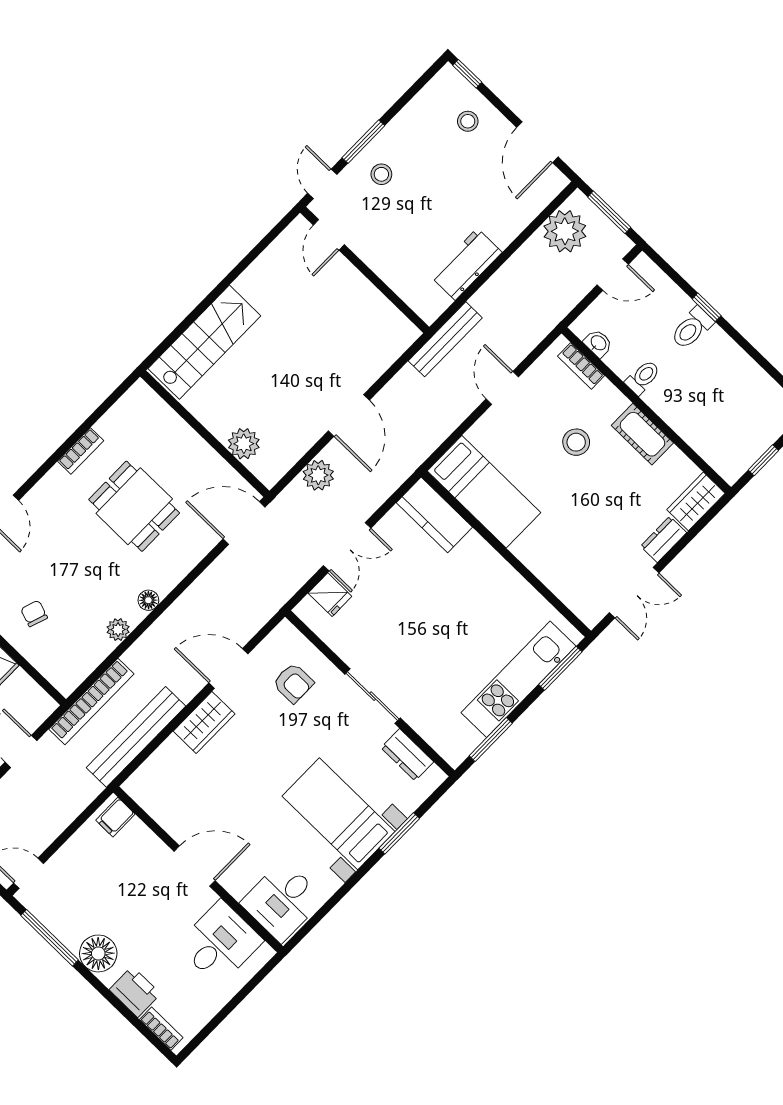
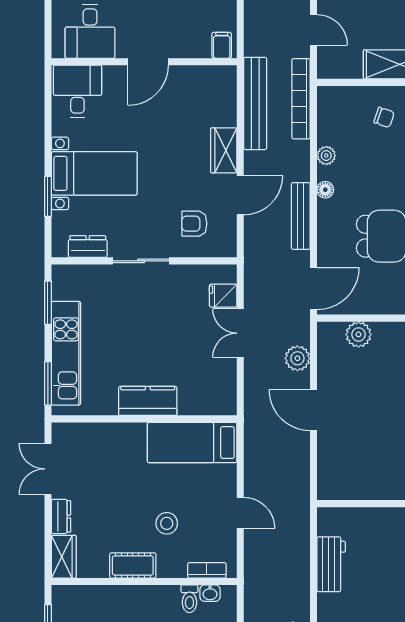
bench: (445, 339) -> (301, 216), moved
toilet: (643, 377) -> (189, 599), moved
kitchen counter: (434, 515) -> (148, 401), moved

